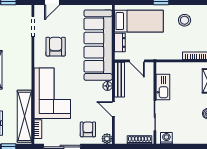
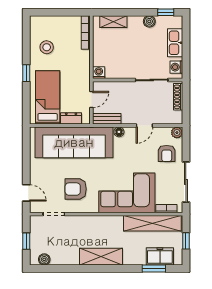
washing machine: (161, 68) -> (99, 73), added
bench: (119, 80) -> (107, 119), width x0.73
kitchen sink: (163, 87) -> (175, 43), moved, turned -90
armchair: (88, 129) -> (167, 153), turned -90

